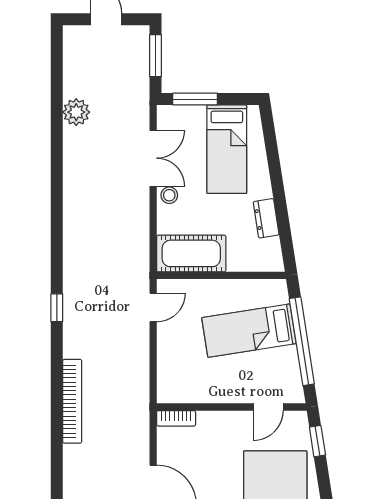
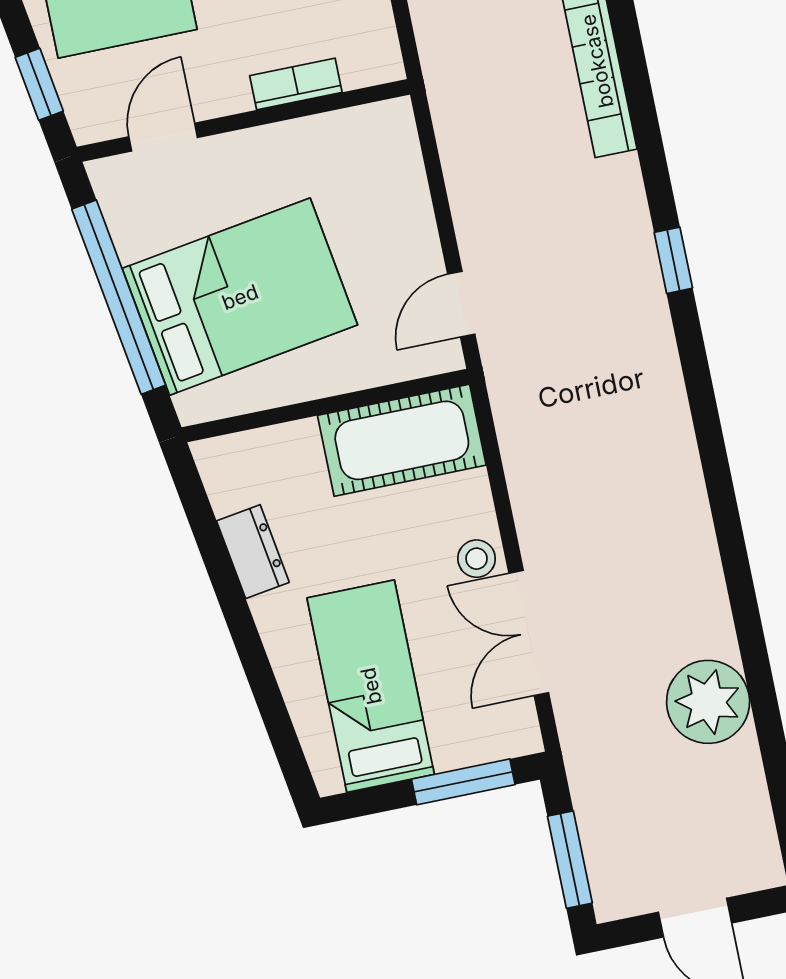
plant: (76, 112) -> (708, 702), width x1.36, depth x1.36
bed: (249, 331) -> (240, 297), width x1.50
bookcase: (176, 418) -> (296, 84), moved

